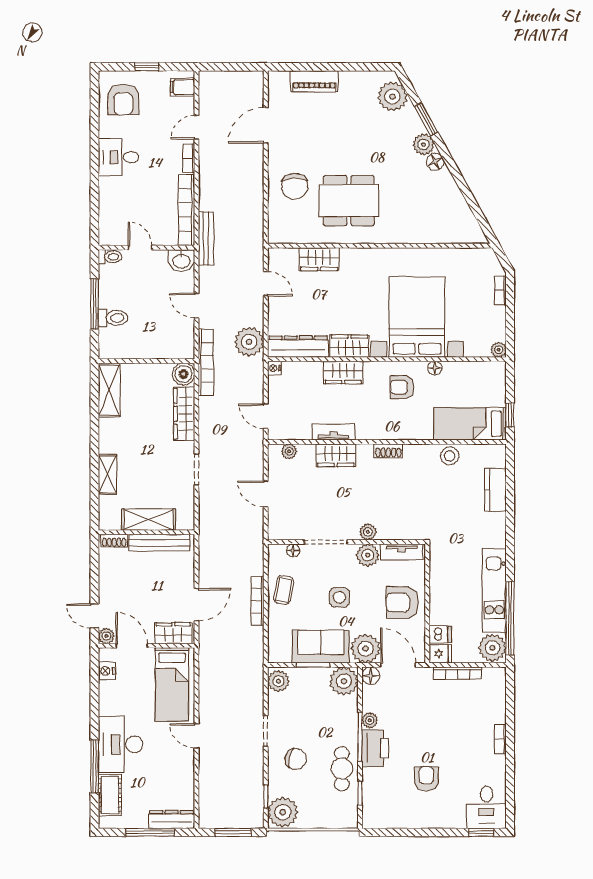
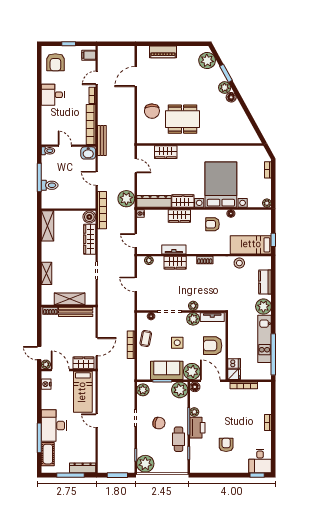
plant: (492, 648) -> (263, 307), moved
chair: (296, 759) -> (159, 423), moved

